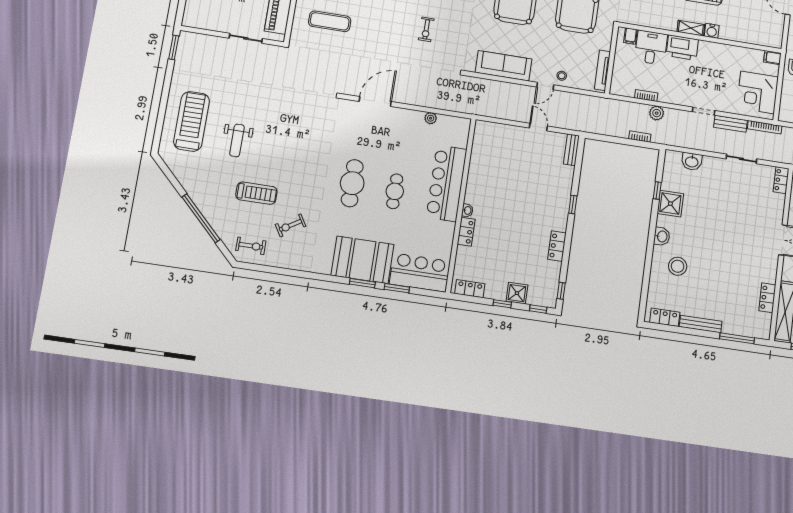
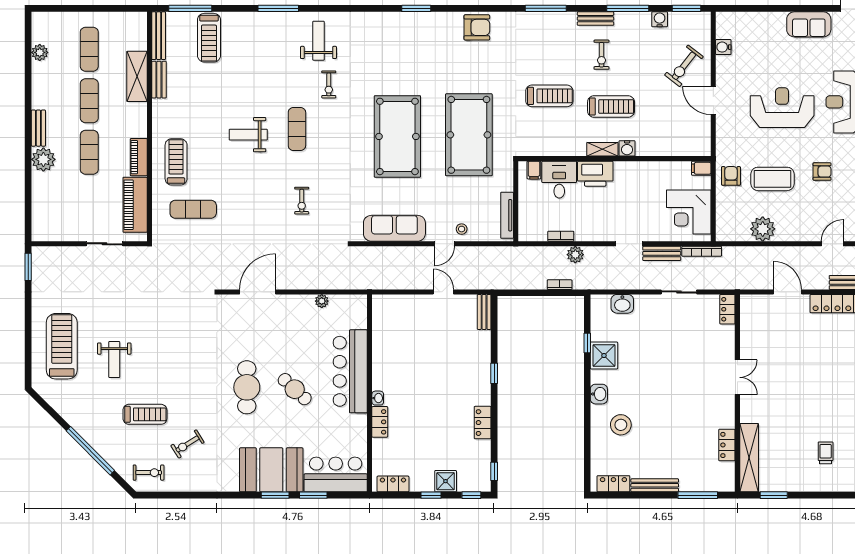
cafe table: (395, 191) -> (295, 389), turned -47

